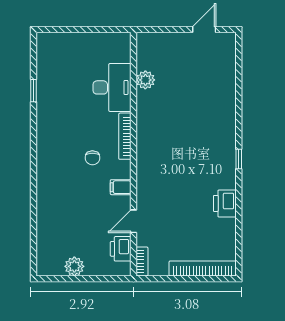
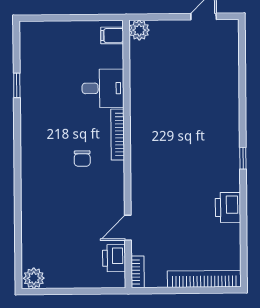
plant: (145, 80) -> (139, 30), moved
desk: (112, 87) -> (103, 88), width x0.73
filing cabinet: (121, 187) -> (112, 35), moved
plant: (74, 266) -> (34, 278), moved

